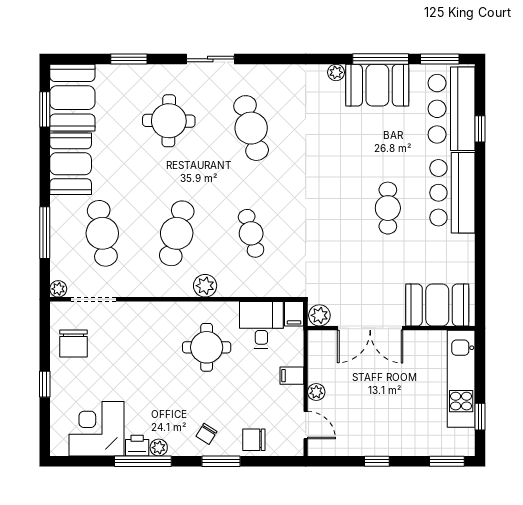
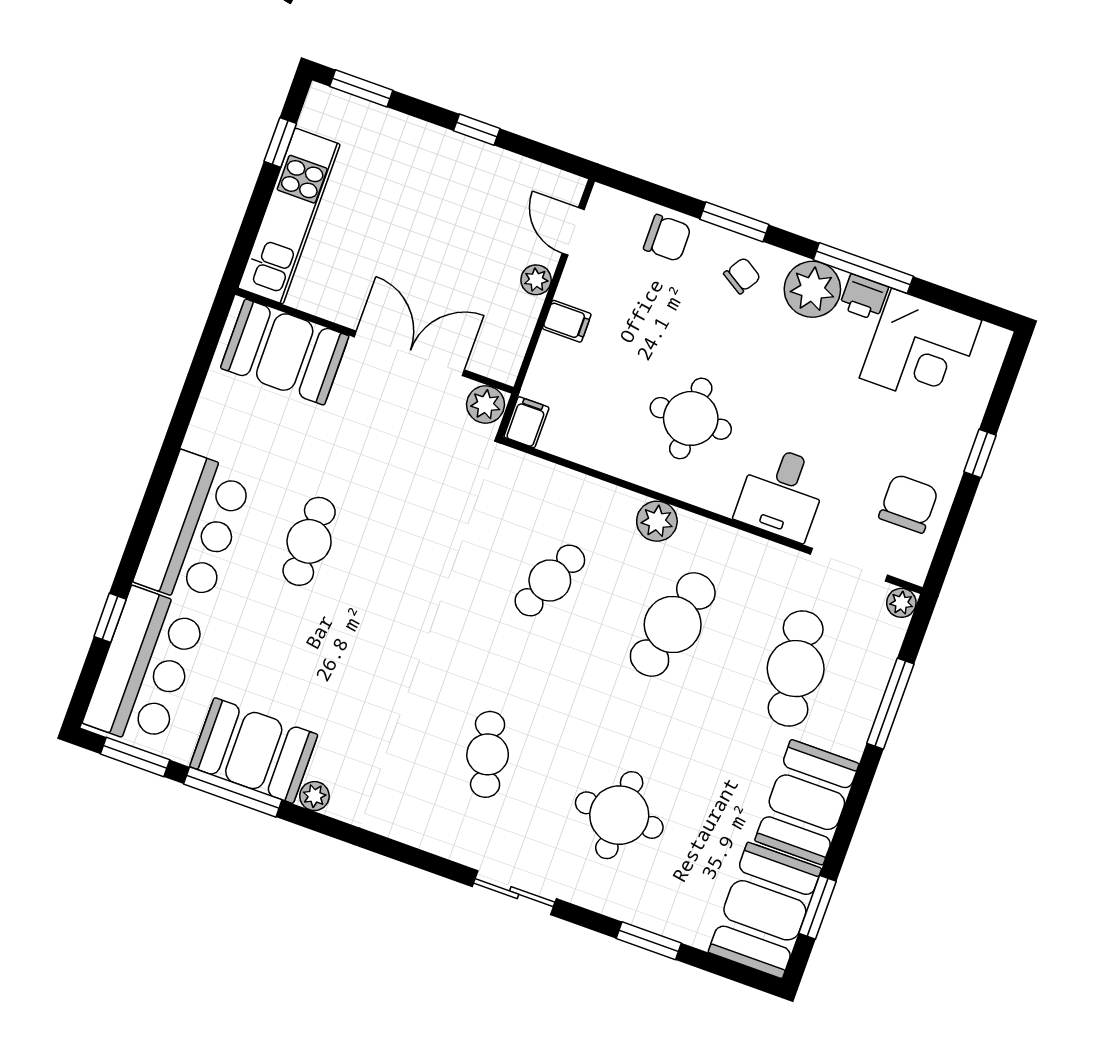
cafe table: (251, 128) -> (488, 754), width x0.73, depth x0.74
cafe table: (251, 233) -> (550, 581), turned 39
desk: (261, 325) -> (782, 493), moved
plant: (159, 448) -> (812, 289), width x1.88, depth x1.88

